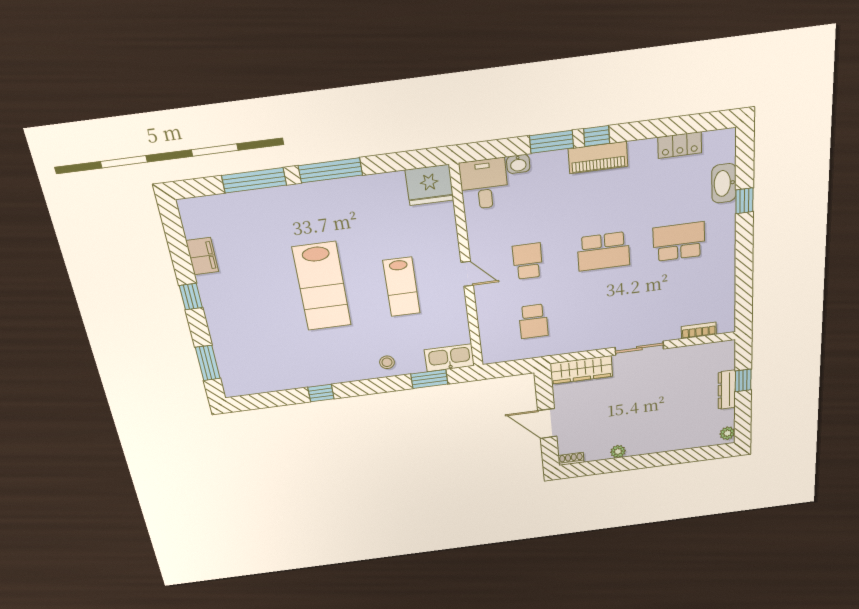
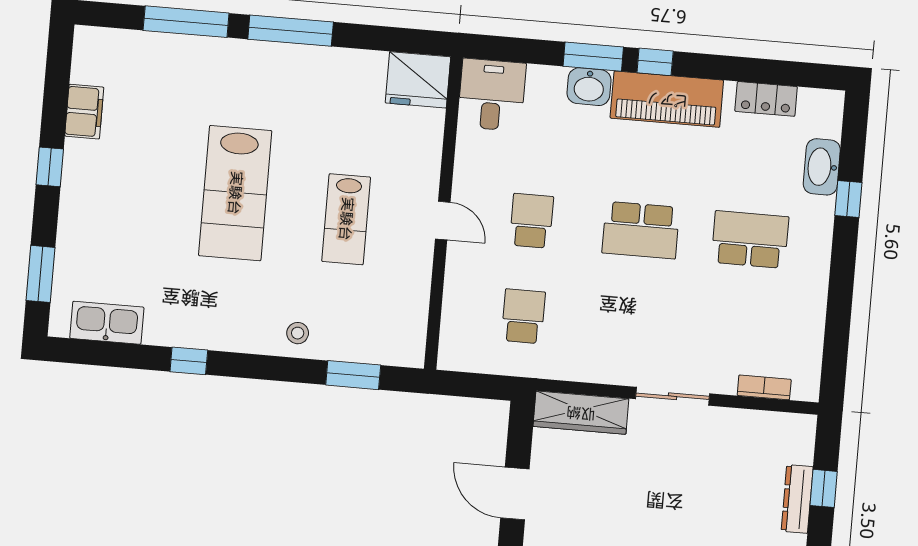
piano: (598, 158) -> (667, 99), width x1.37, depth x1.33
washbasin: (518, 164) -> (589, 87), moved, width x1.38, depth x1.45
school desk: (533, 321) -> (523, 316), turned 180
kitchen sink: (449, 358) -> (107, 323), moved

